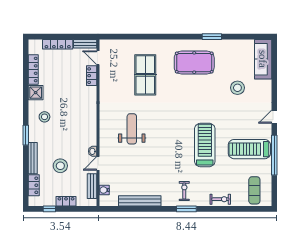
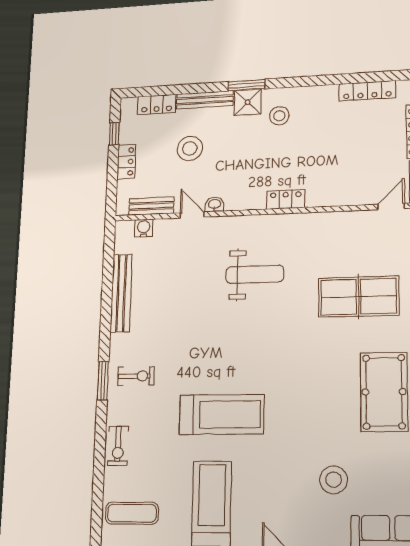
locker: (92, 76) -> (286, 199), moved
shower: (36, 93) -> (248, 102), moved

